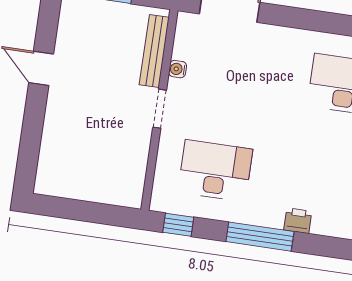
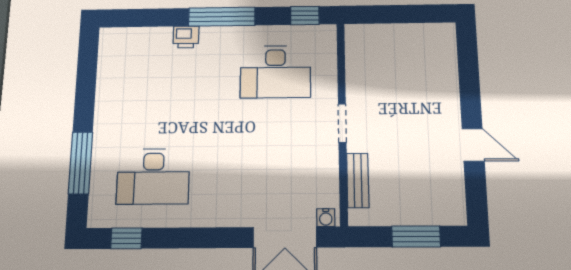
bench: (154, 51) -> (358, 180), width x0.73
water cooler: (178, 69) -> (326, 218), moved, turned 90

